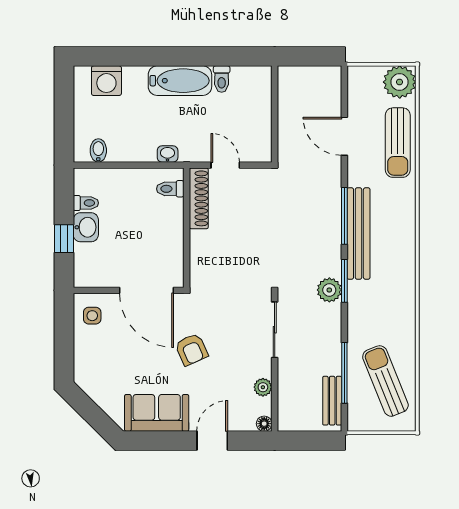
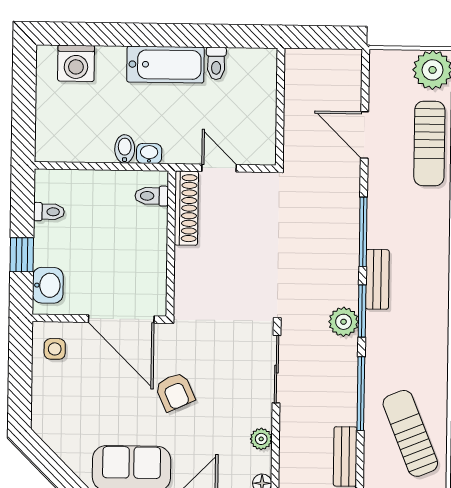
bidet: (98, 150) -> (125, 149), moved
washbasin: (86, 227) -> (48, 285), moved
bench: (358, 234) -> (377, 279), width x0.54, depth x0.82
window: (344, 373) -> (361, 394), moved

